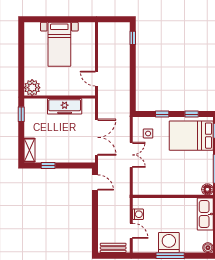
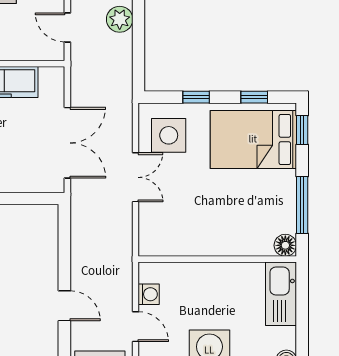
plant: (123, 74) -> (120, 19), added
side table: (148, 133) -> (169, 135), width x1.87, depth x1.87
door: (95, 182) -> (64, 306), moved

